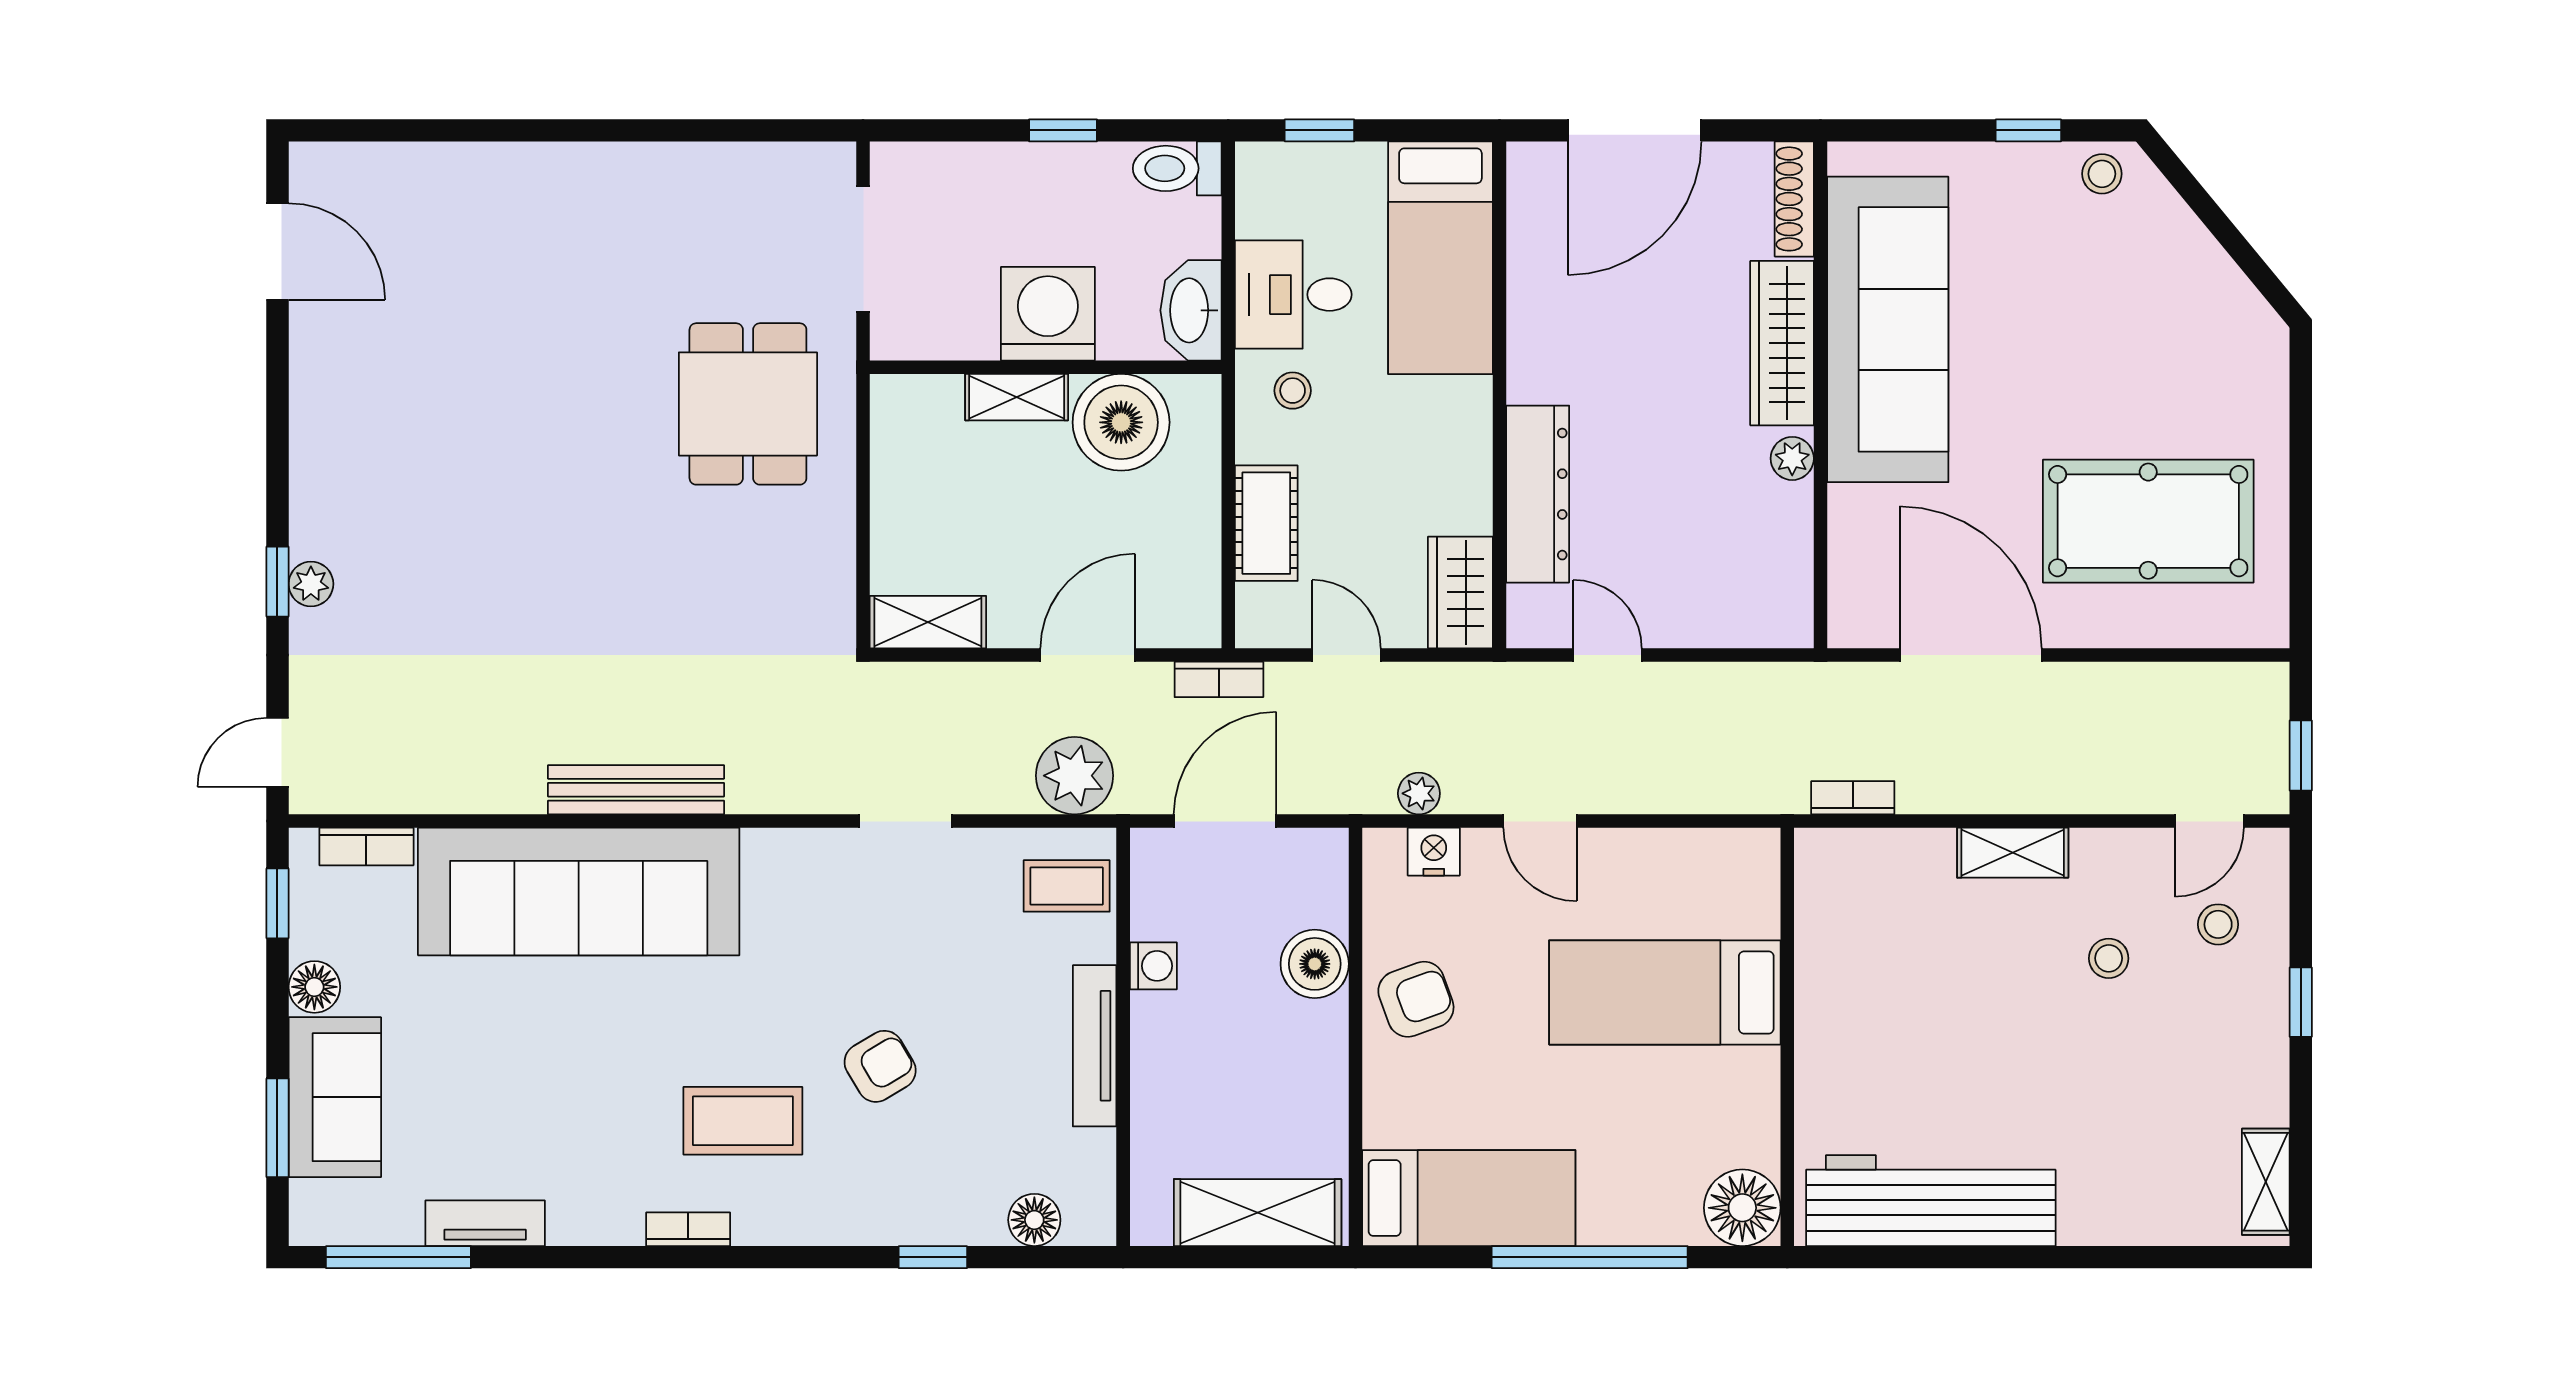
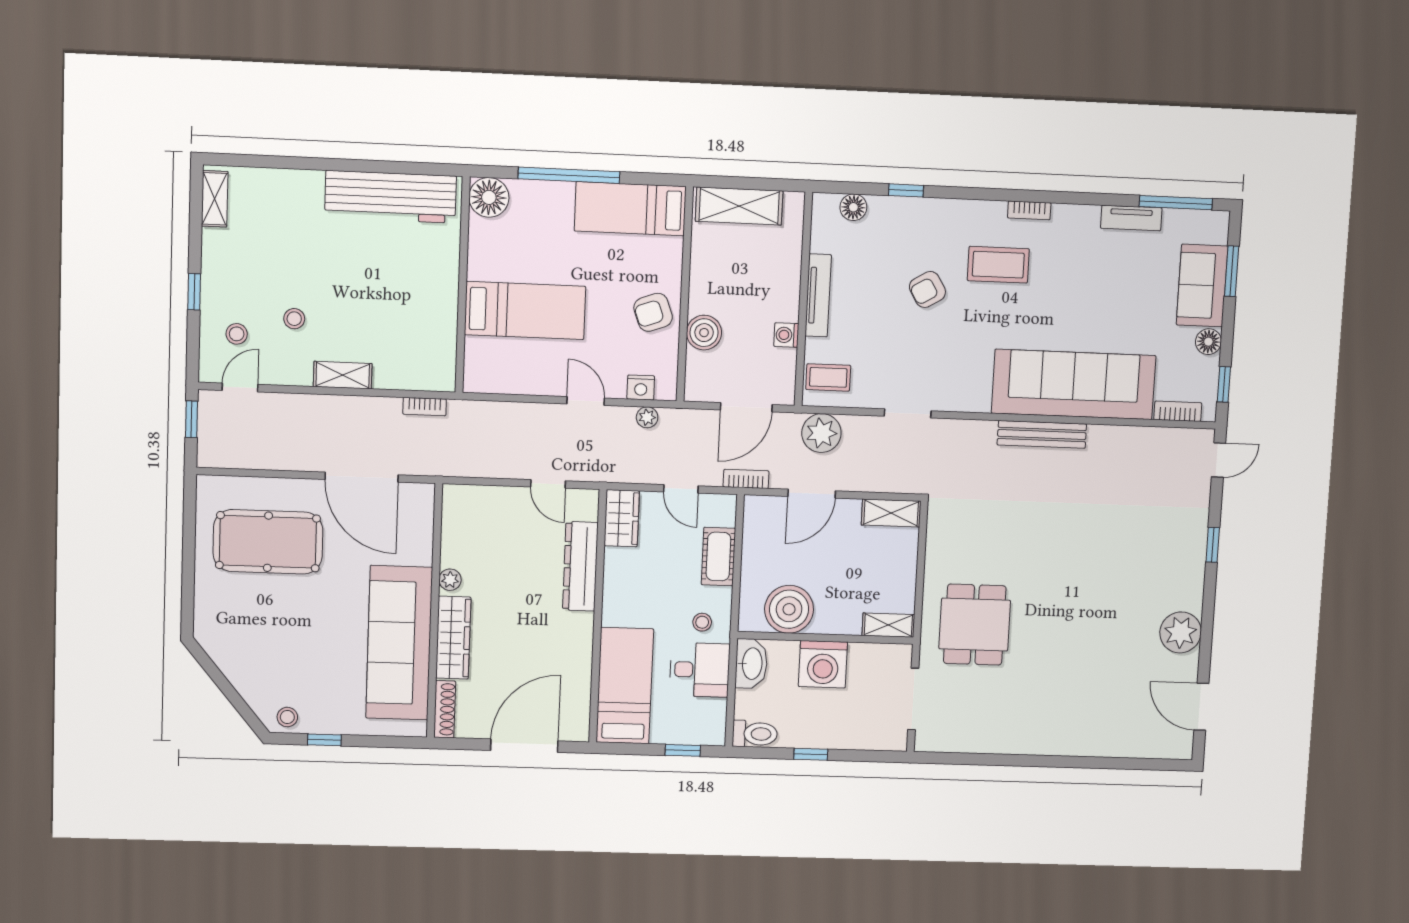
shelving: (1017, 397) -> (888, 625), moved
plant: (311, 584) -> (1181, 632), moved, width x1.88, depth x1.88

